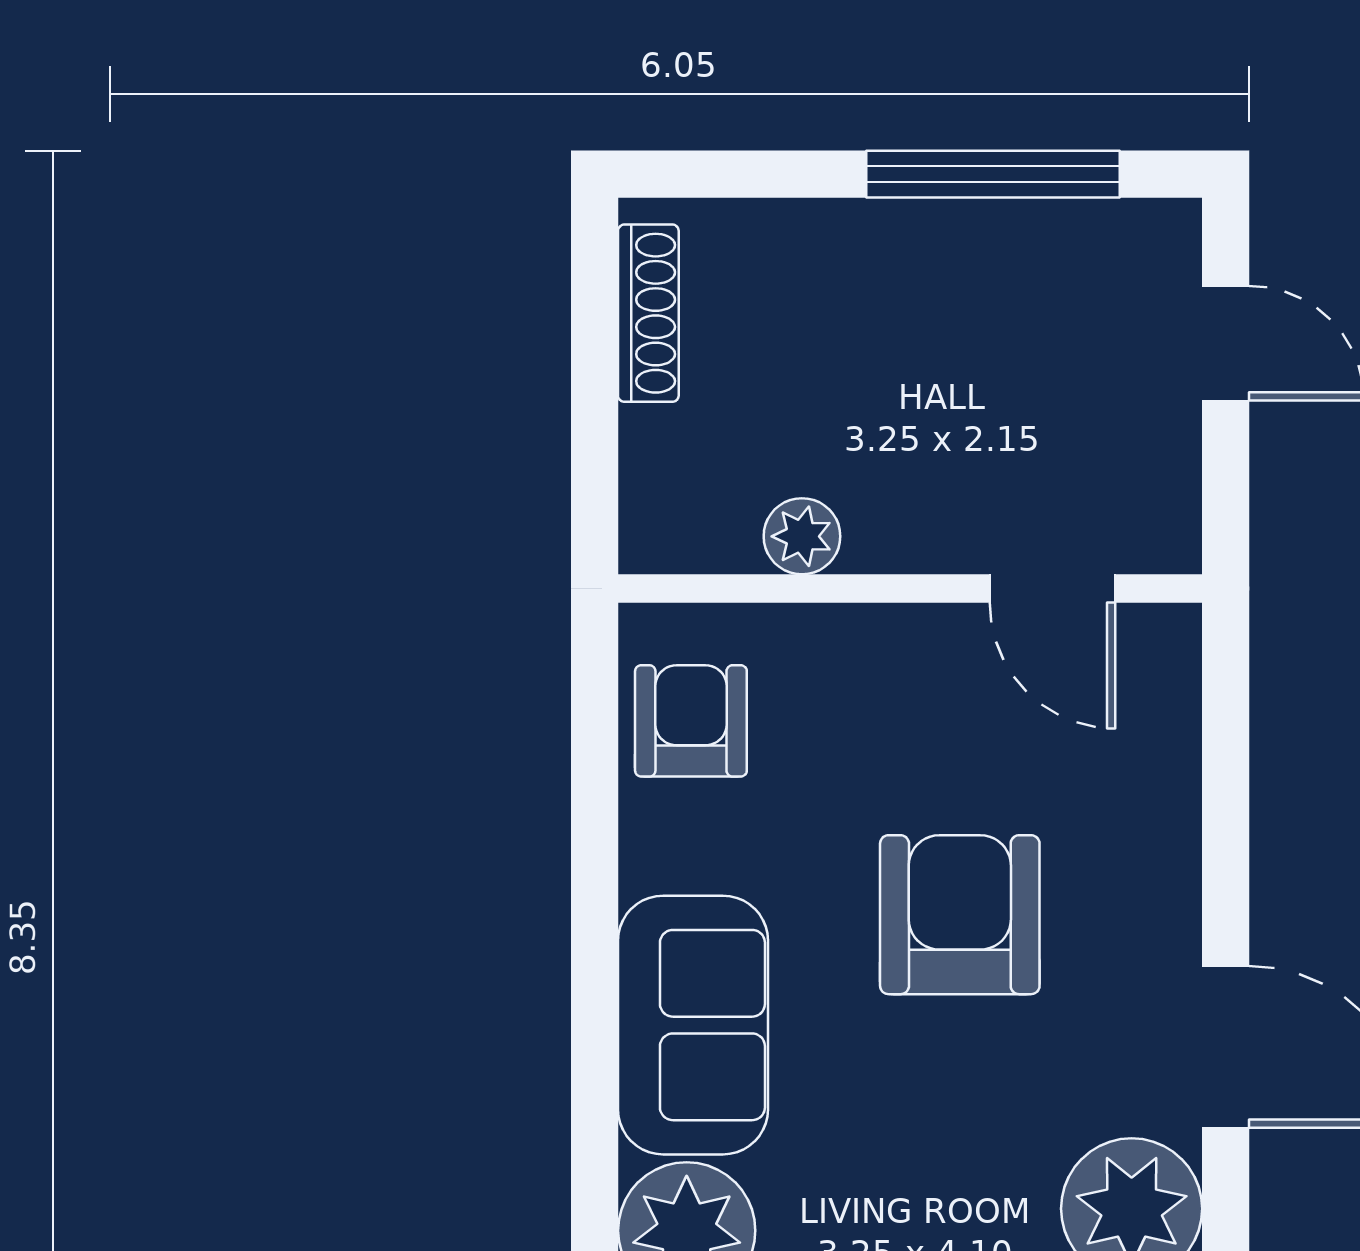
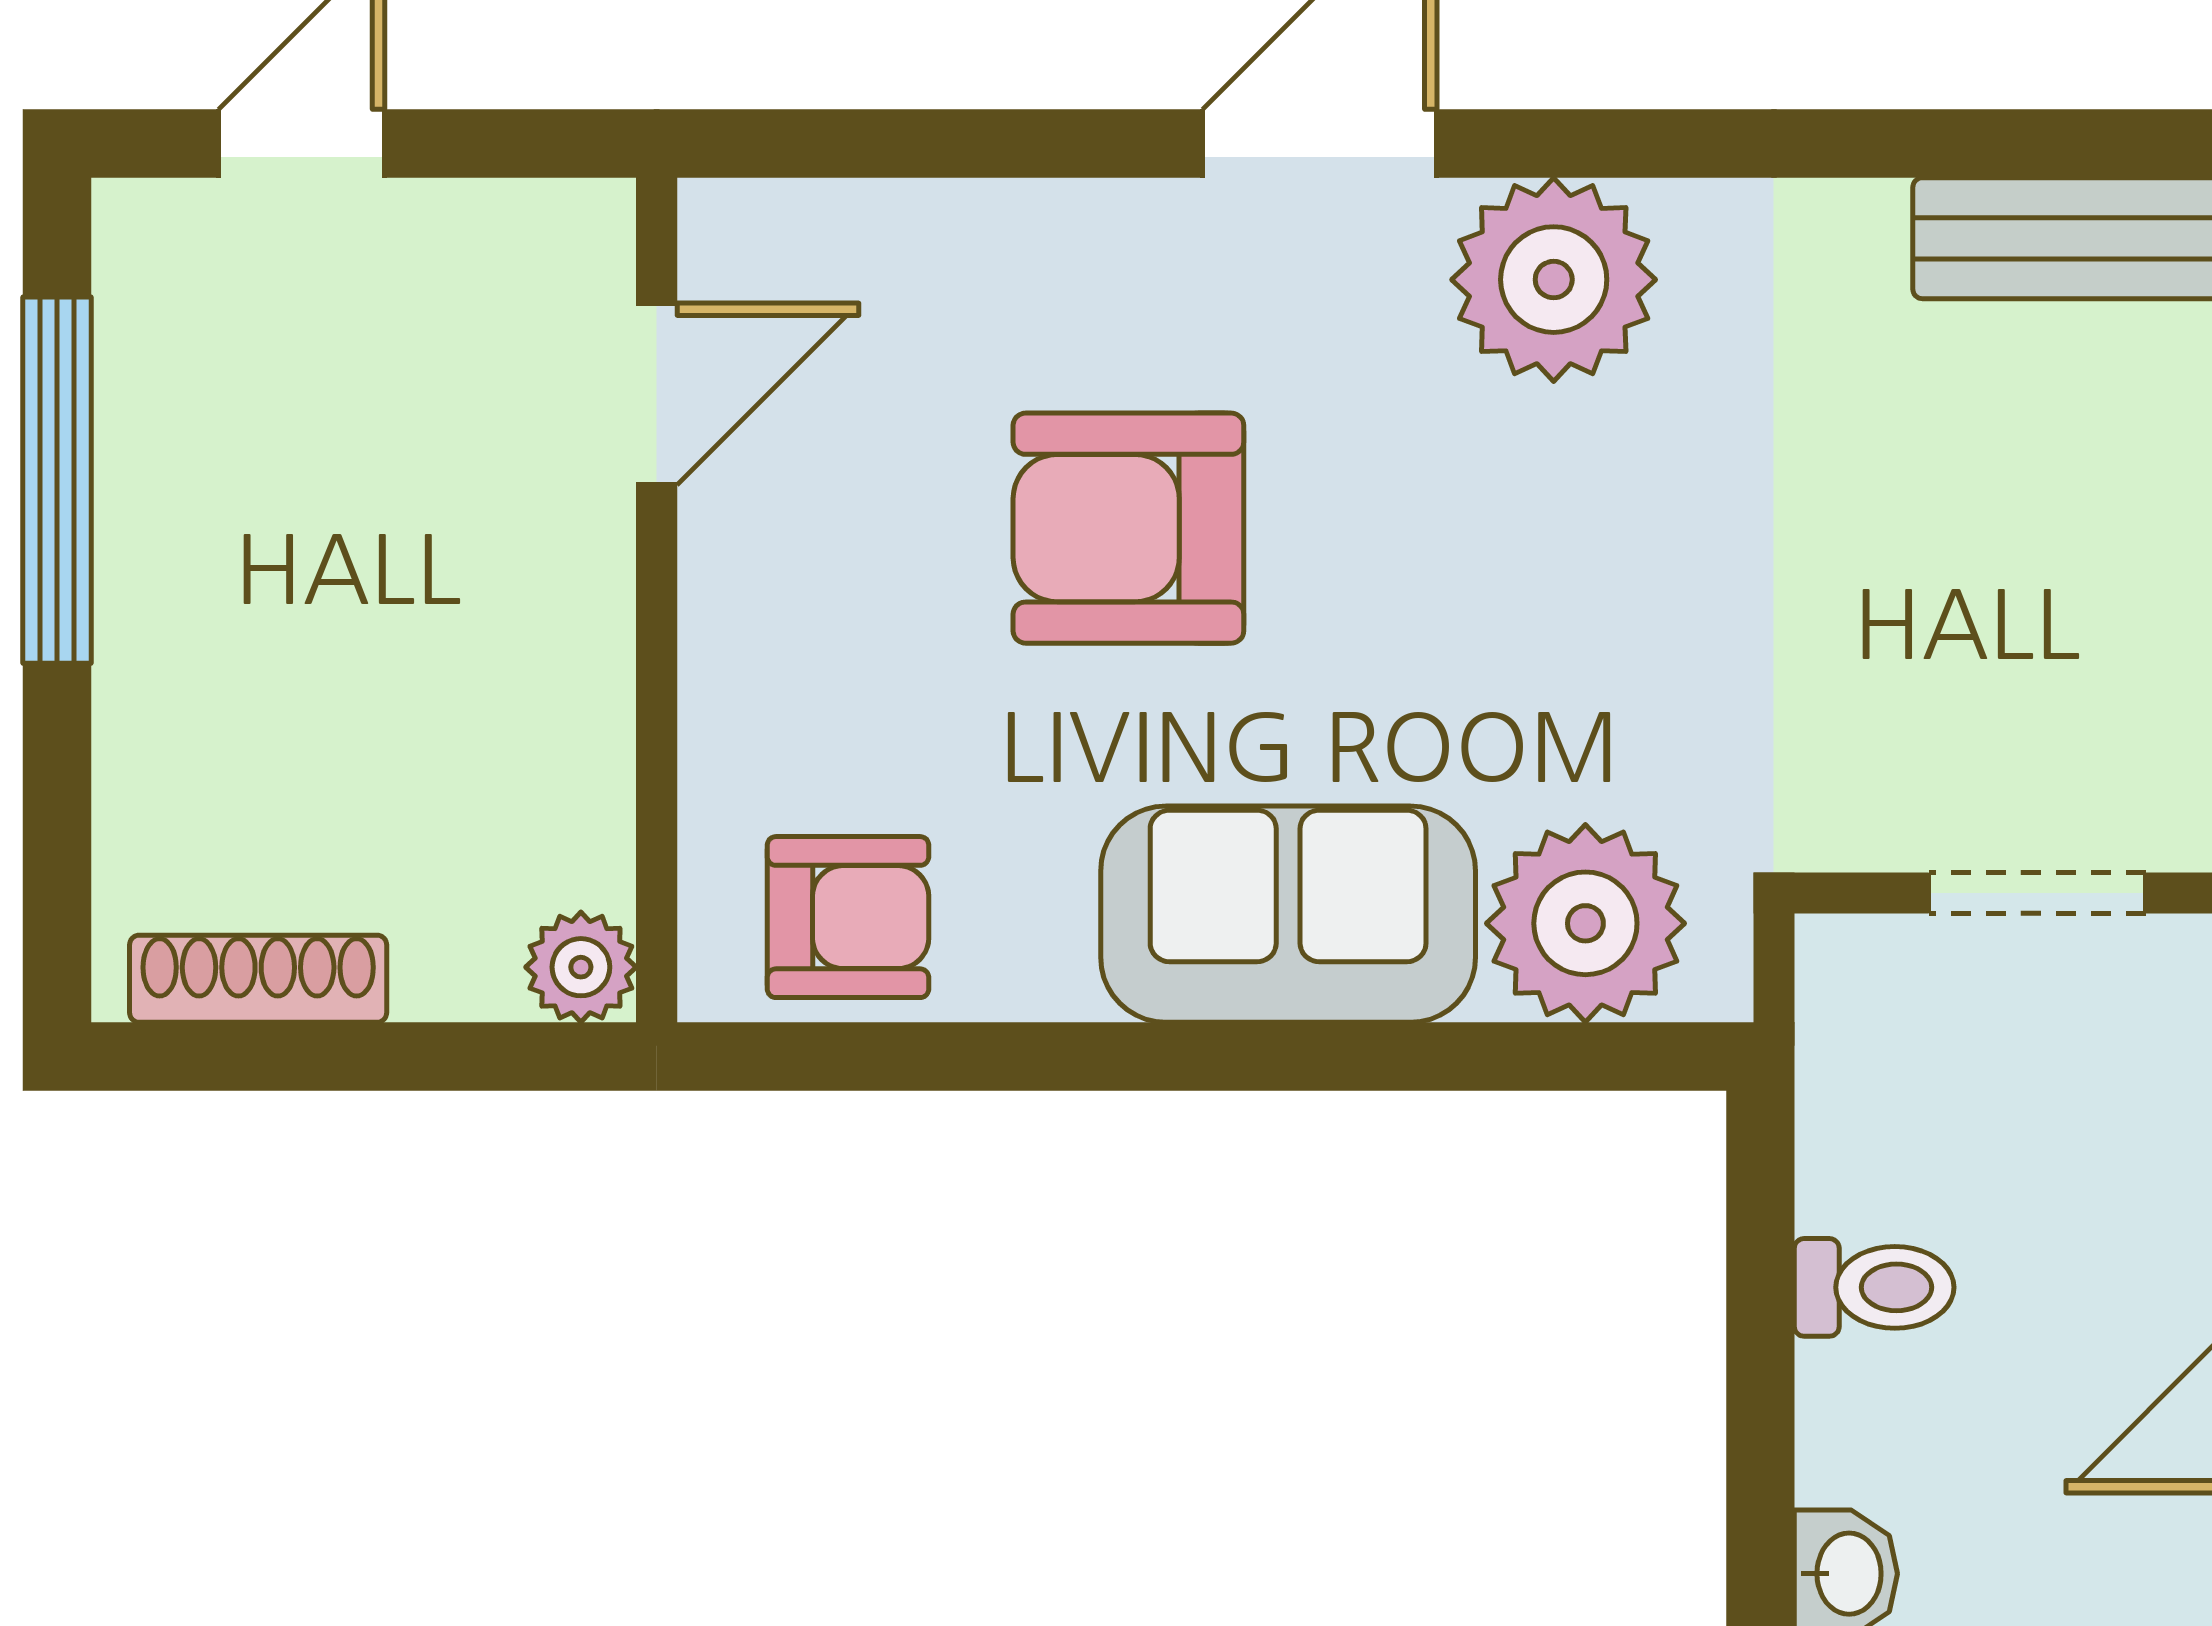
plant: (802, 536) -> (581, 967), moved
armchair: (691, 721) -> (848, 917), turned 180

